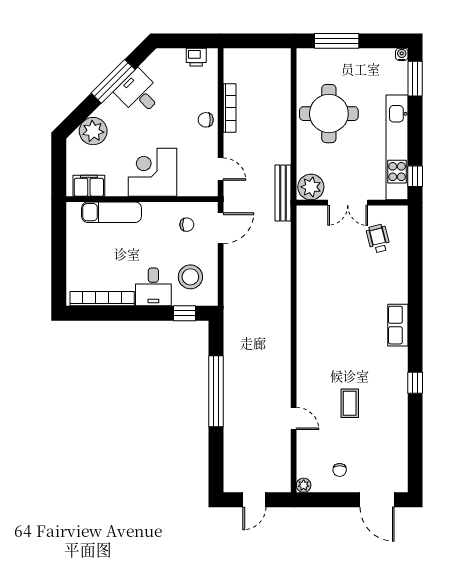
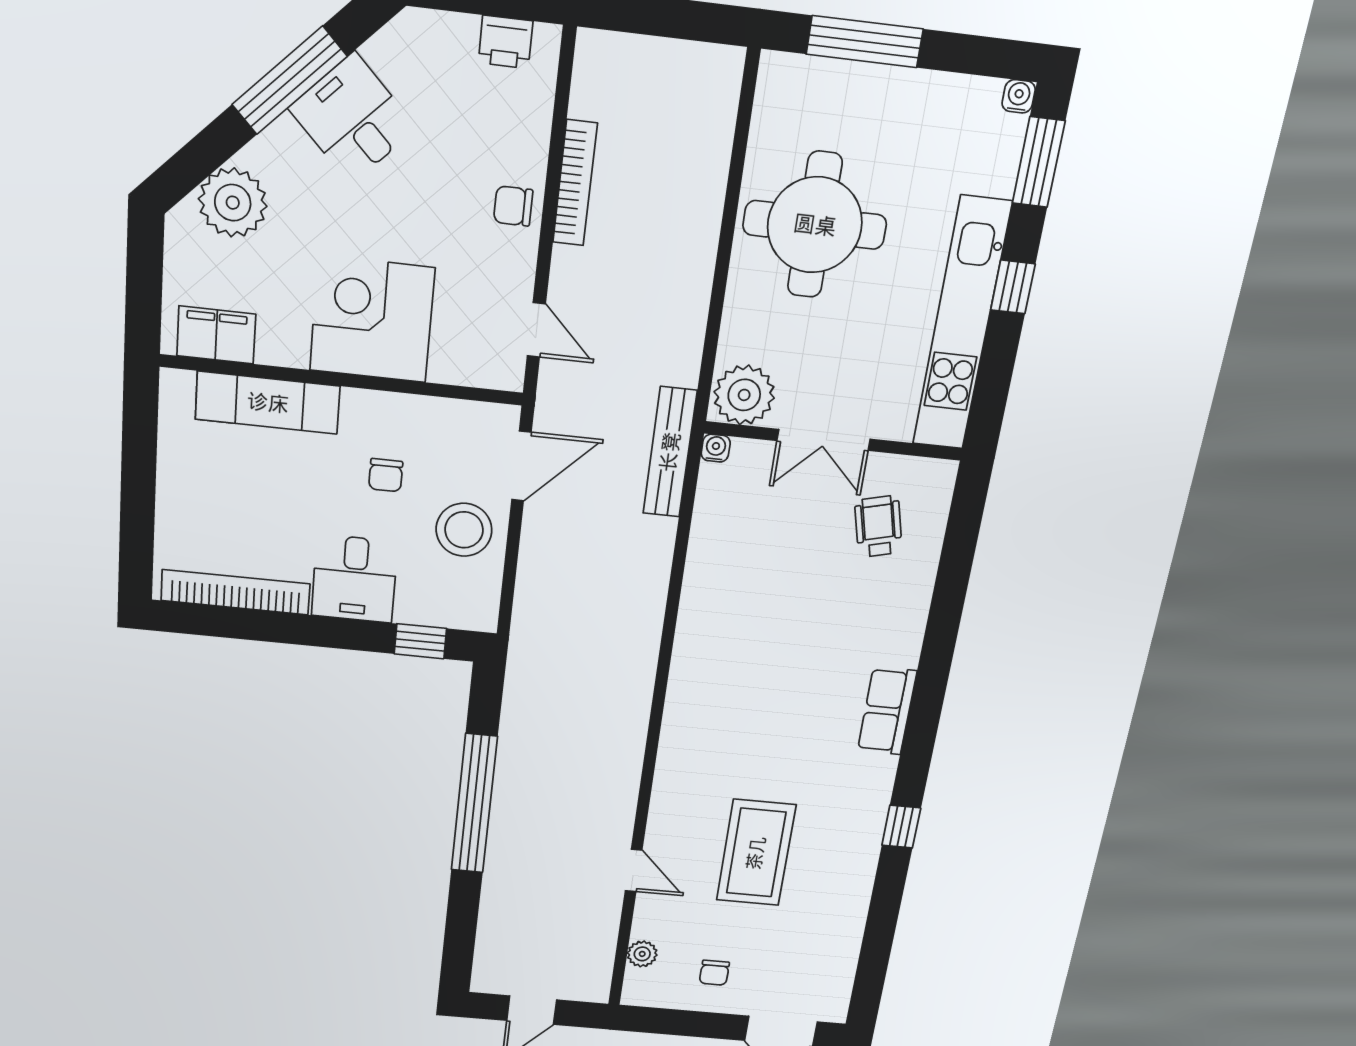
window: (415, 176) -> (1013, 287), moved
bench: (283, 193) -> (670, 452), moved
water cooler: (302, 211) -> (716, 448), added
chair: (187, 225) -> (386, 475), moved, turned 90
stool: (190, 277) -> (464, 530), moved
coffee table: (350, 403) -> (756, 853), width x1.86, depth x1.72
plant: (304, 485) -> (642, 954), moved

